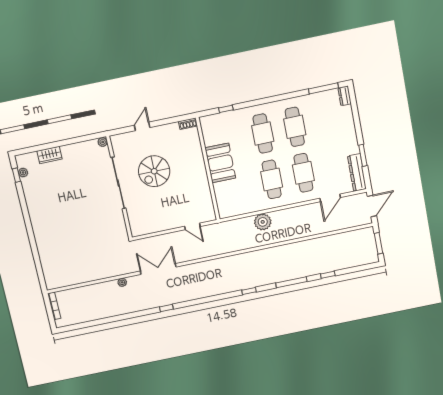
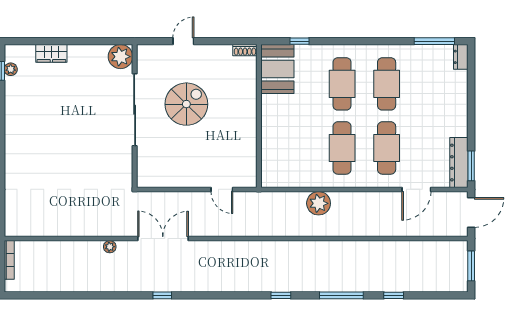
plant: (103, 142) -> (121, 57), width x1.88, depth x1.88
window: (363, 155) -> (471, 166), moved
booth: (220, 163) -> (277, 69), moved
spiral stairs: (154, 171) -> (186, 104), turned 180

